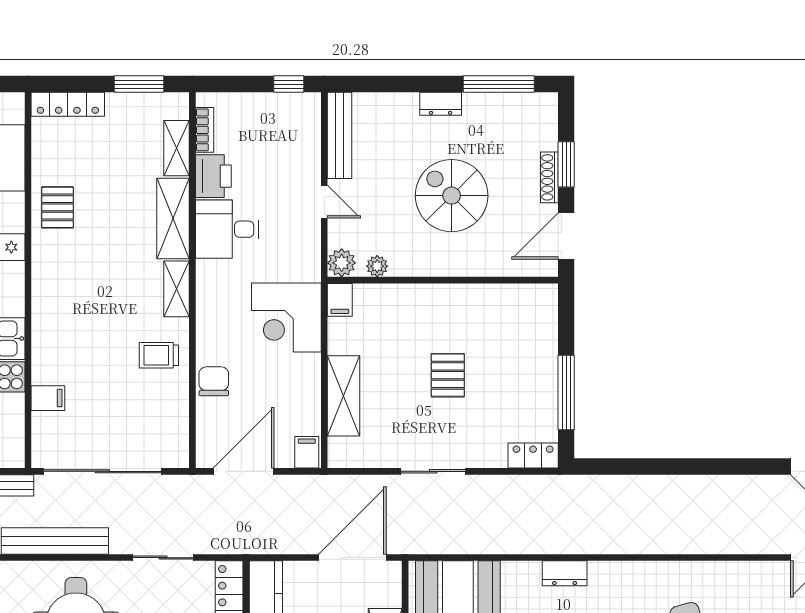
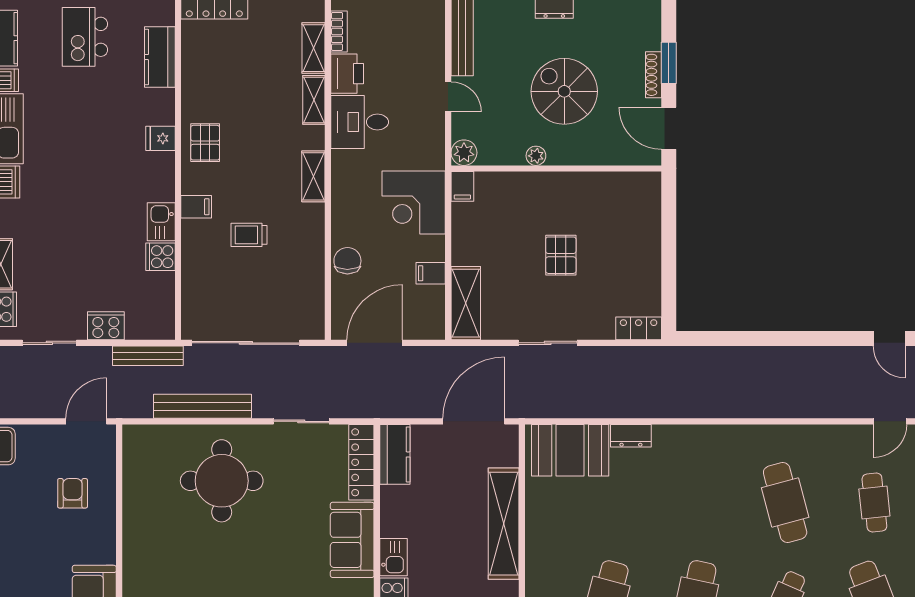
pallet: (57, 207) -> (205, 143), moved
shelving: (173, 218) -> (314, 100), width x0.67, depth x0.75
door: (566, 236) -> (669, 128), hinge flipped
plant: (377, 266) -> (536, 156), moved
trolley: (159, 355) -> (249, 235), moved
window: (566, 392) -> (669, 271), removed
shelving: (344, 396) -> (466, 303), moved
filing cabinet: (48, 398) -> (196, 207), moved
filing cabinet: (307, 452) -> (431, 273), moved, turned -90
dresser: (565, 573) -> (631, 436), moved

